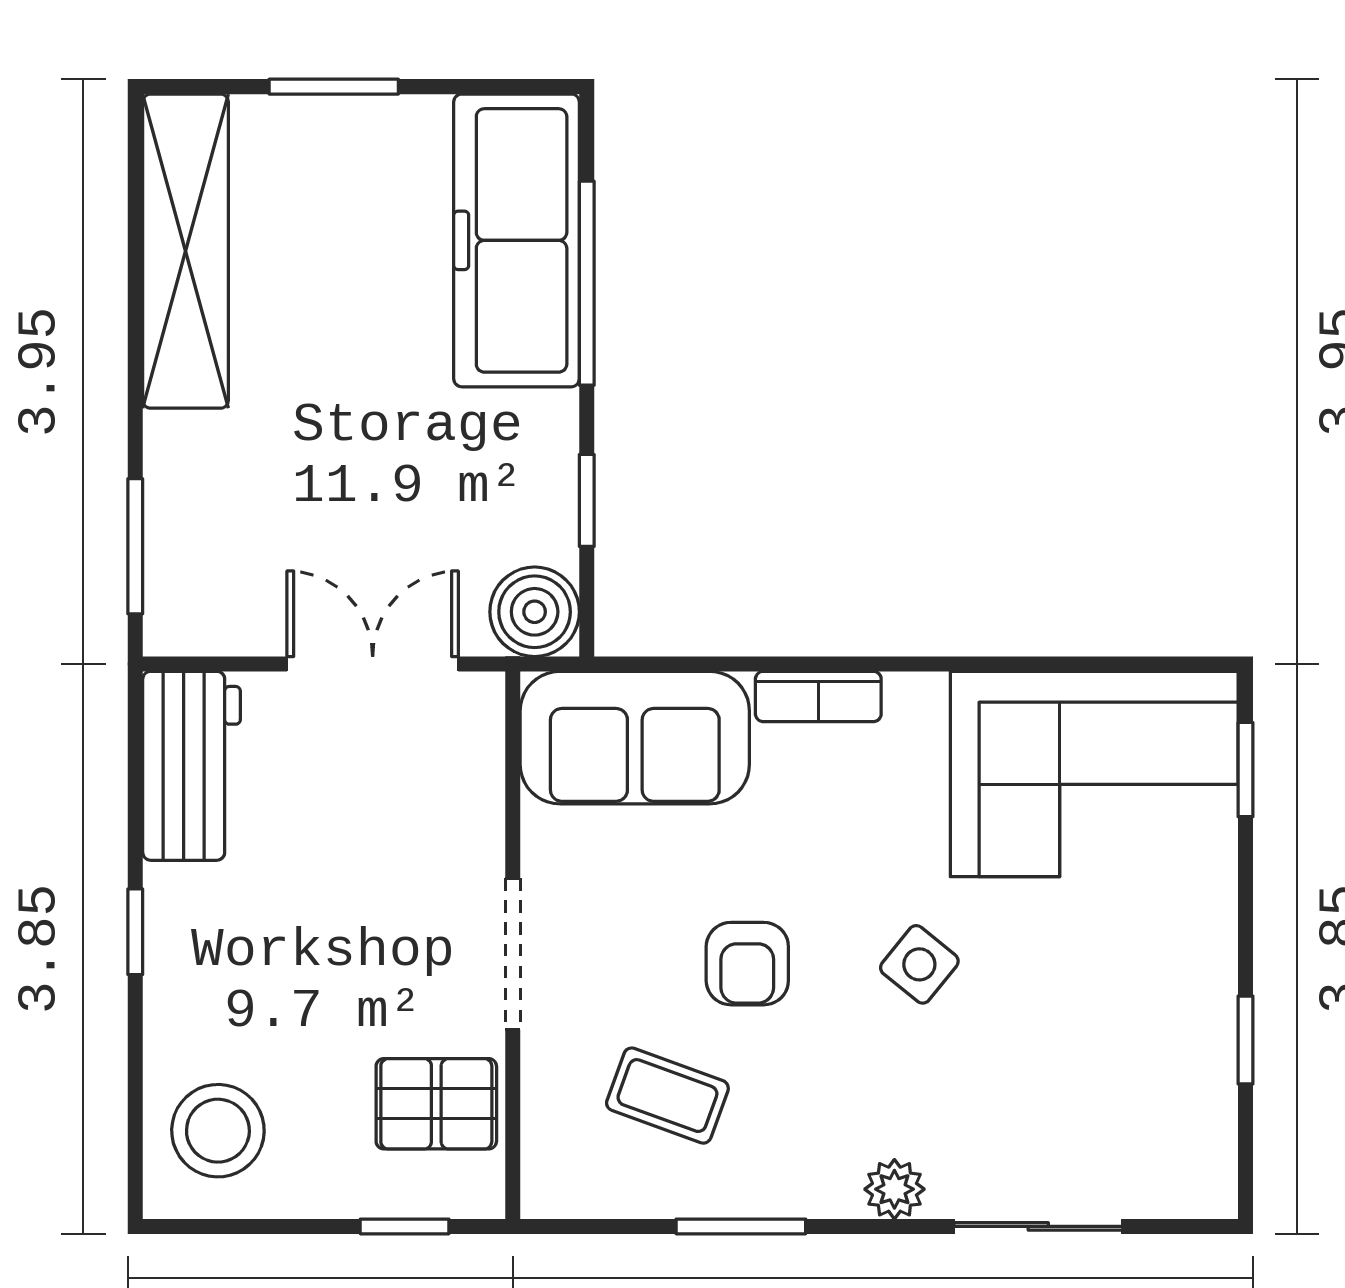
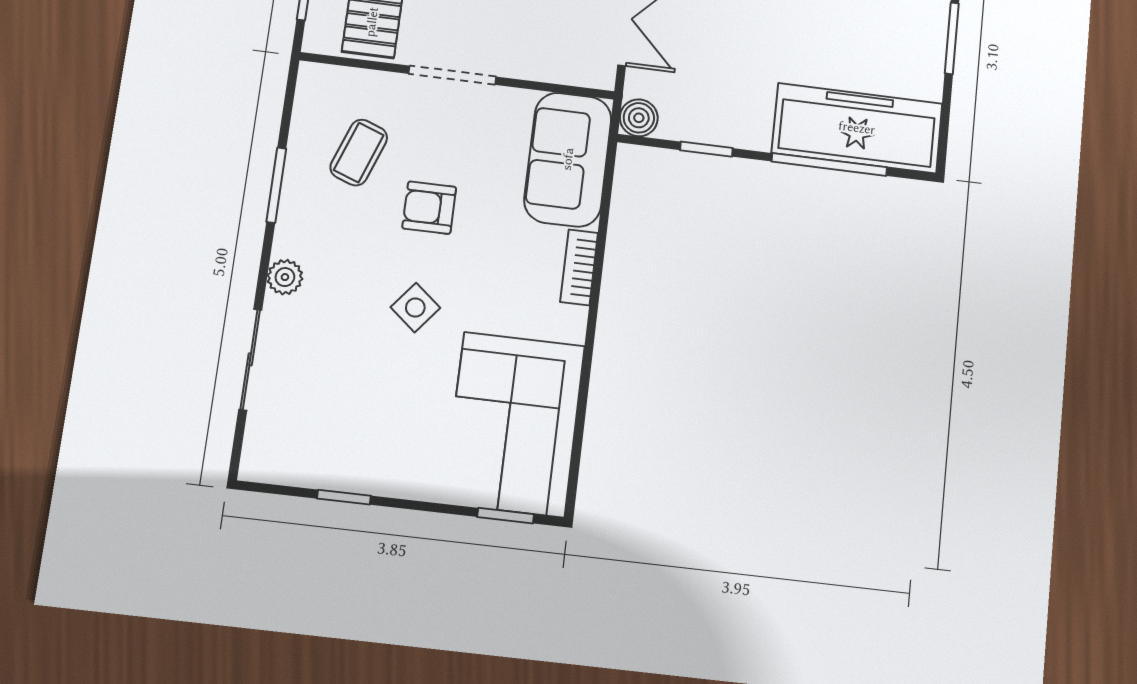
boiler: (535, 612) -> (639, 118), width x0.73, depth x0.73

